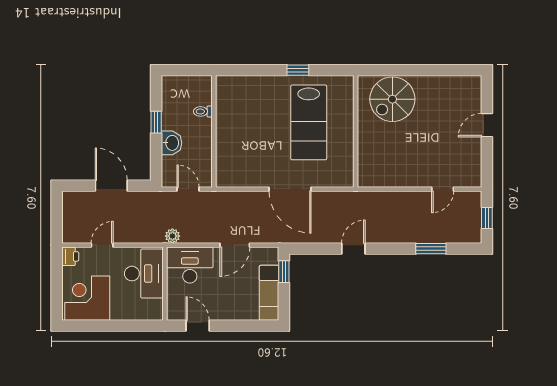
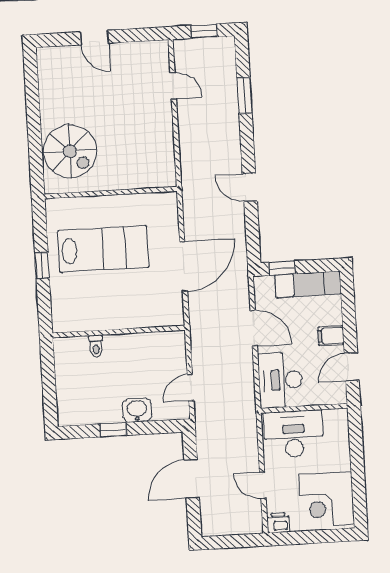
toilet: (203, 111) -> (96, 346), moved
wall: (214, 131) -> (119, 332), moved
plant: (172, 236) -> (247, 403), removed
filing cabinet: (225, 310) -> (331, 336), added

